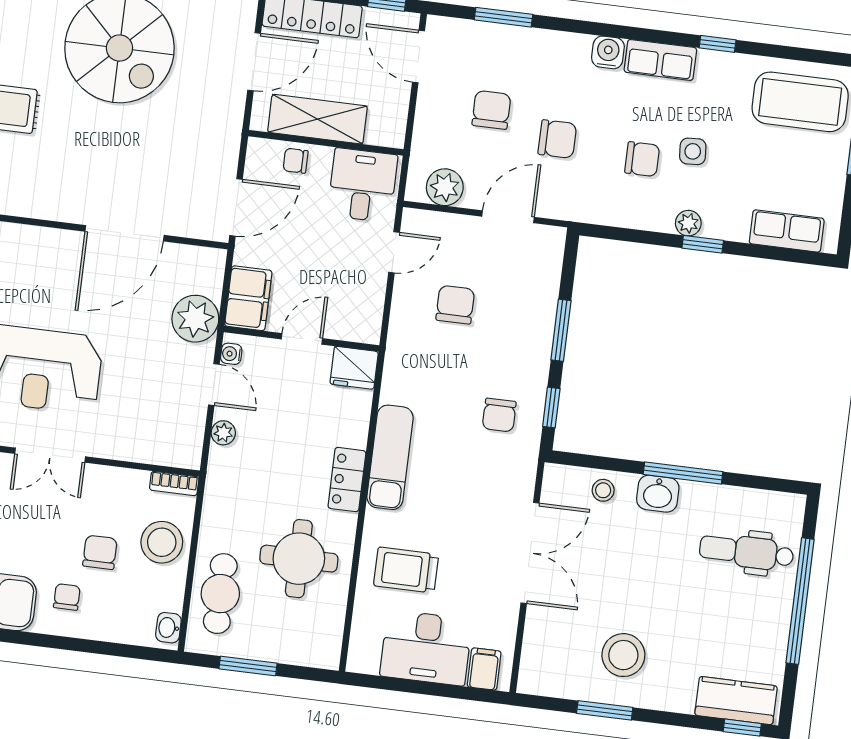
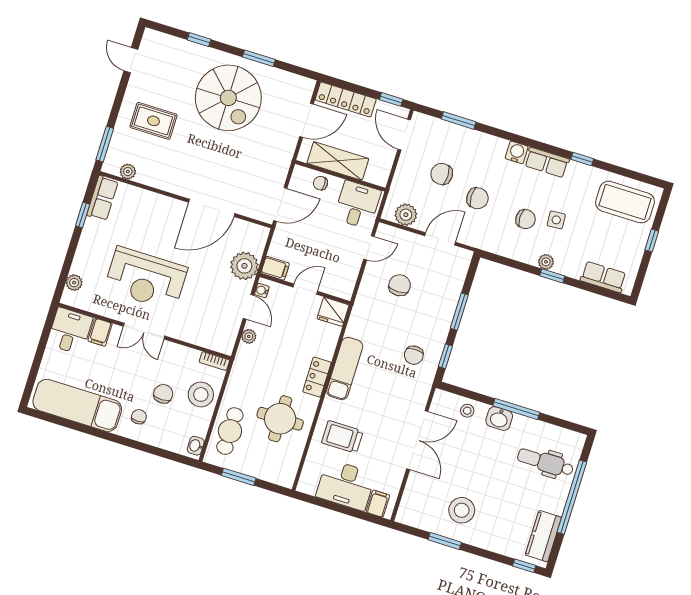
chair: (491, 110) -> (442, 174), turned -90
filing cabinet: (248, 298) -> (275, 268), width x0.50
kitchen counter: (736, 701) -> (543, 536), moved, turned -90

